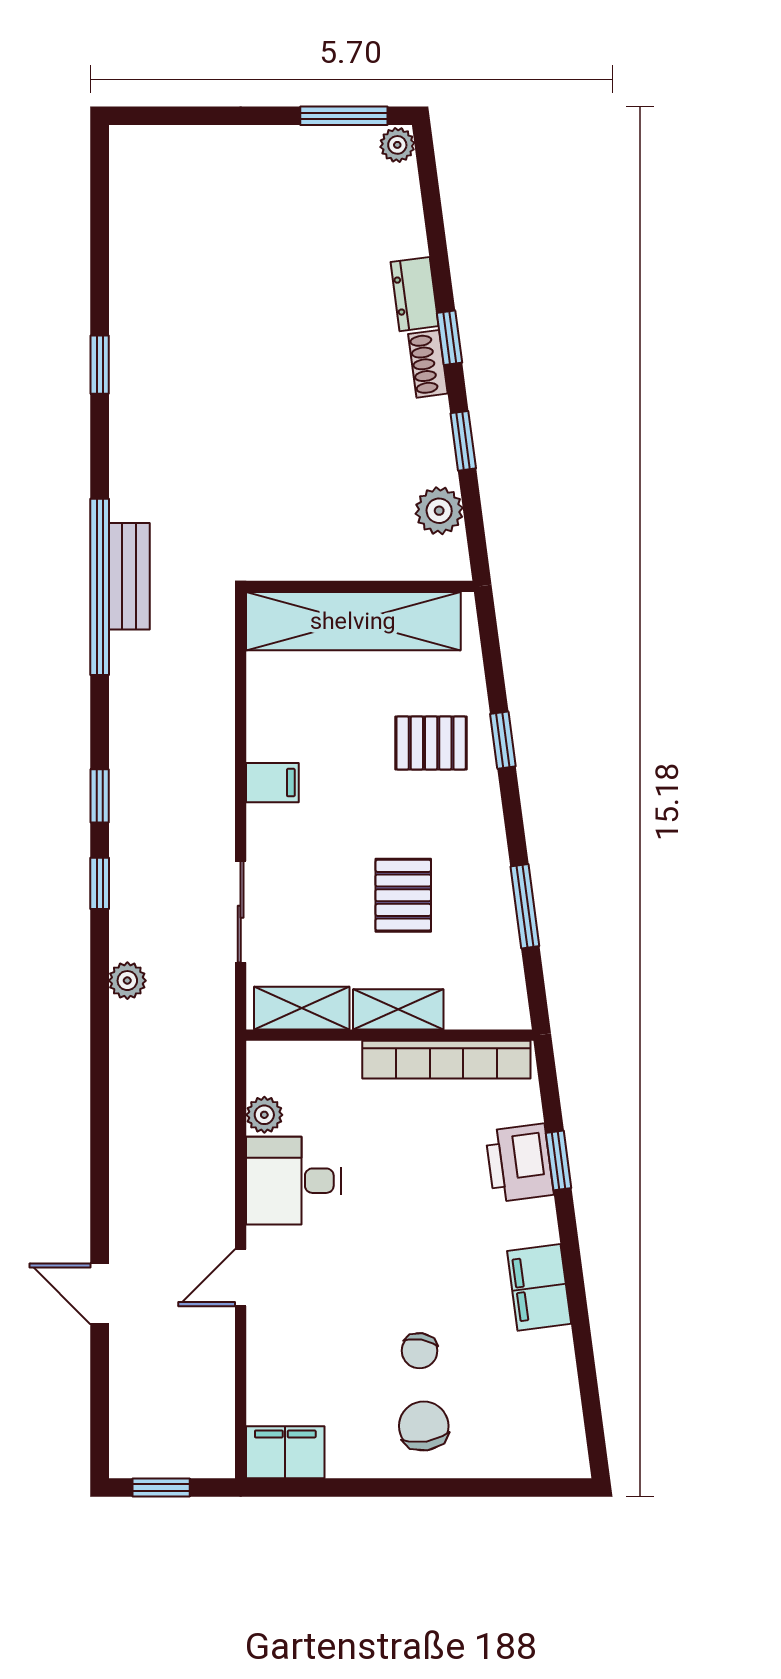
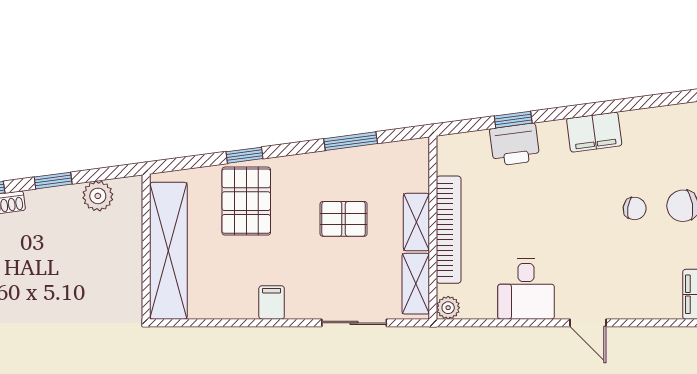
pallet: (431, 743) -> (246, 201), width x1.50, depth x1.42
bookcase: (446, 1060) -> (449, 230), moved
plant: (264, 1115) -> (448, 308), moved

